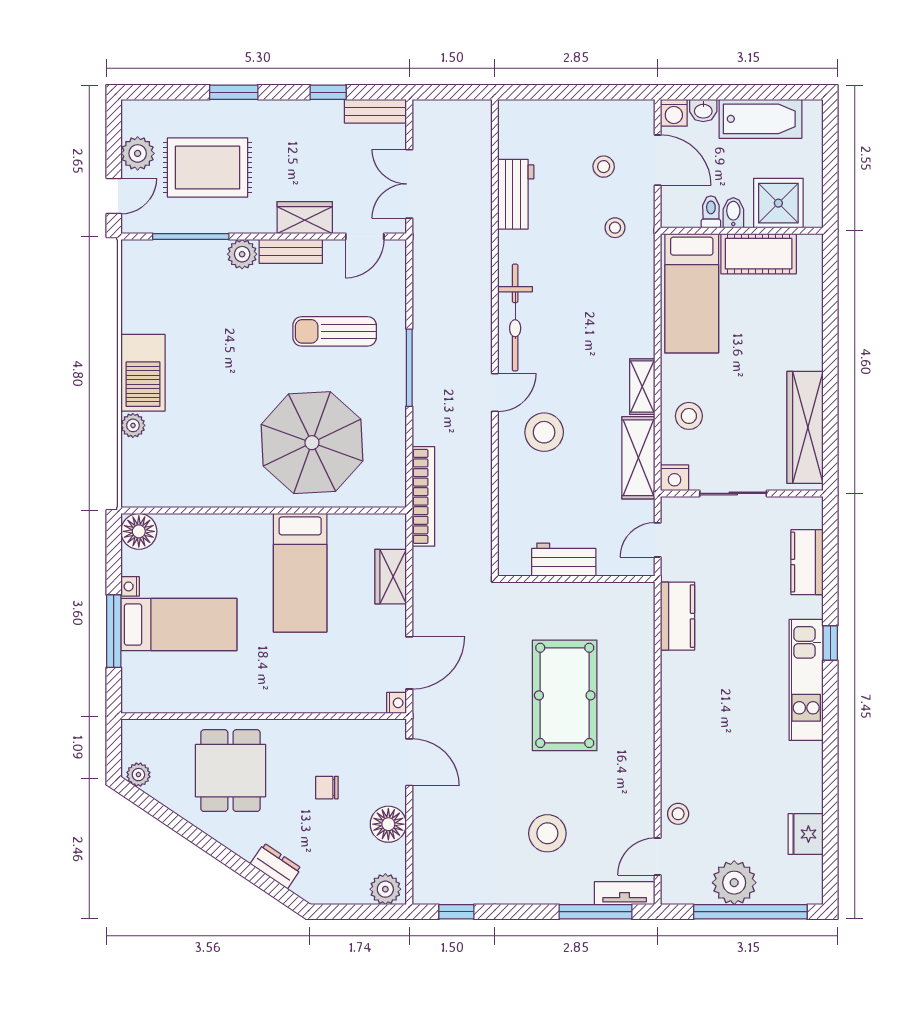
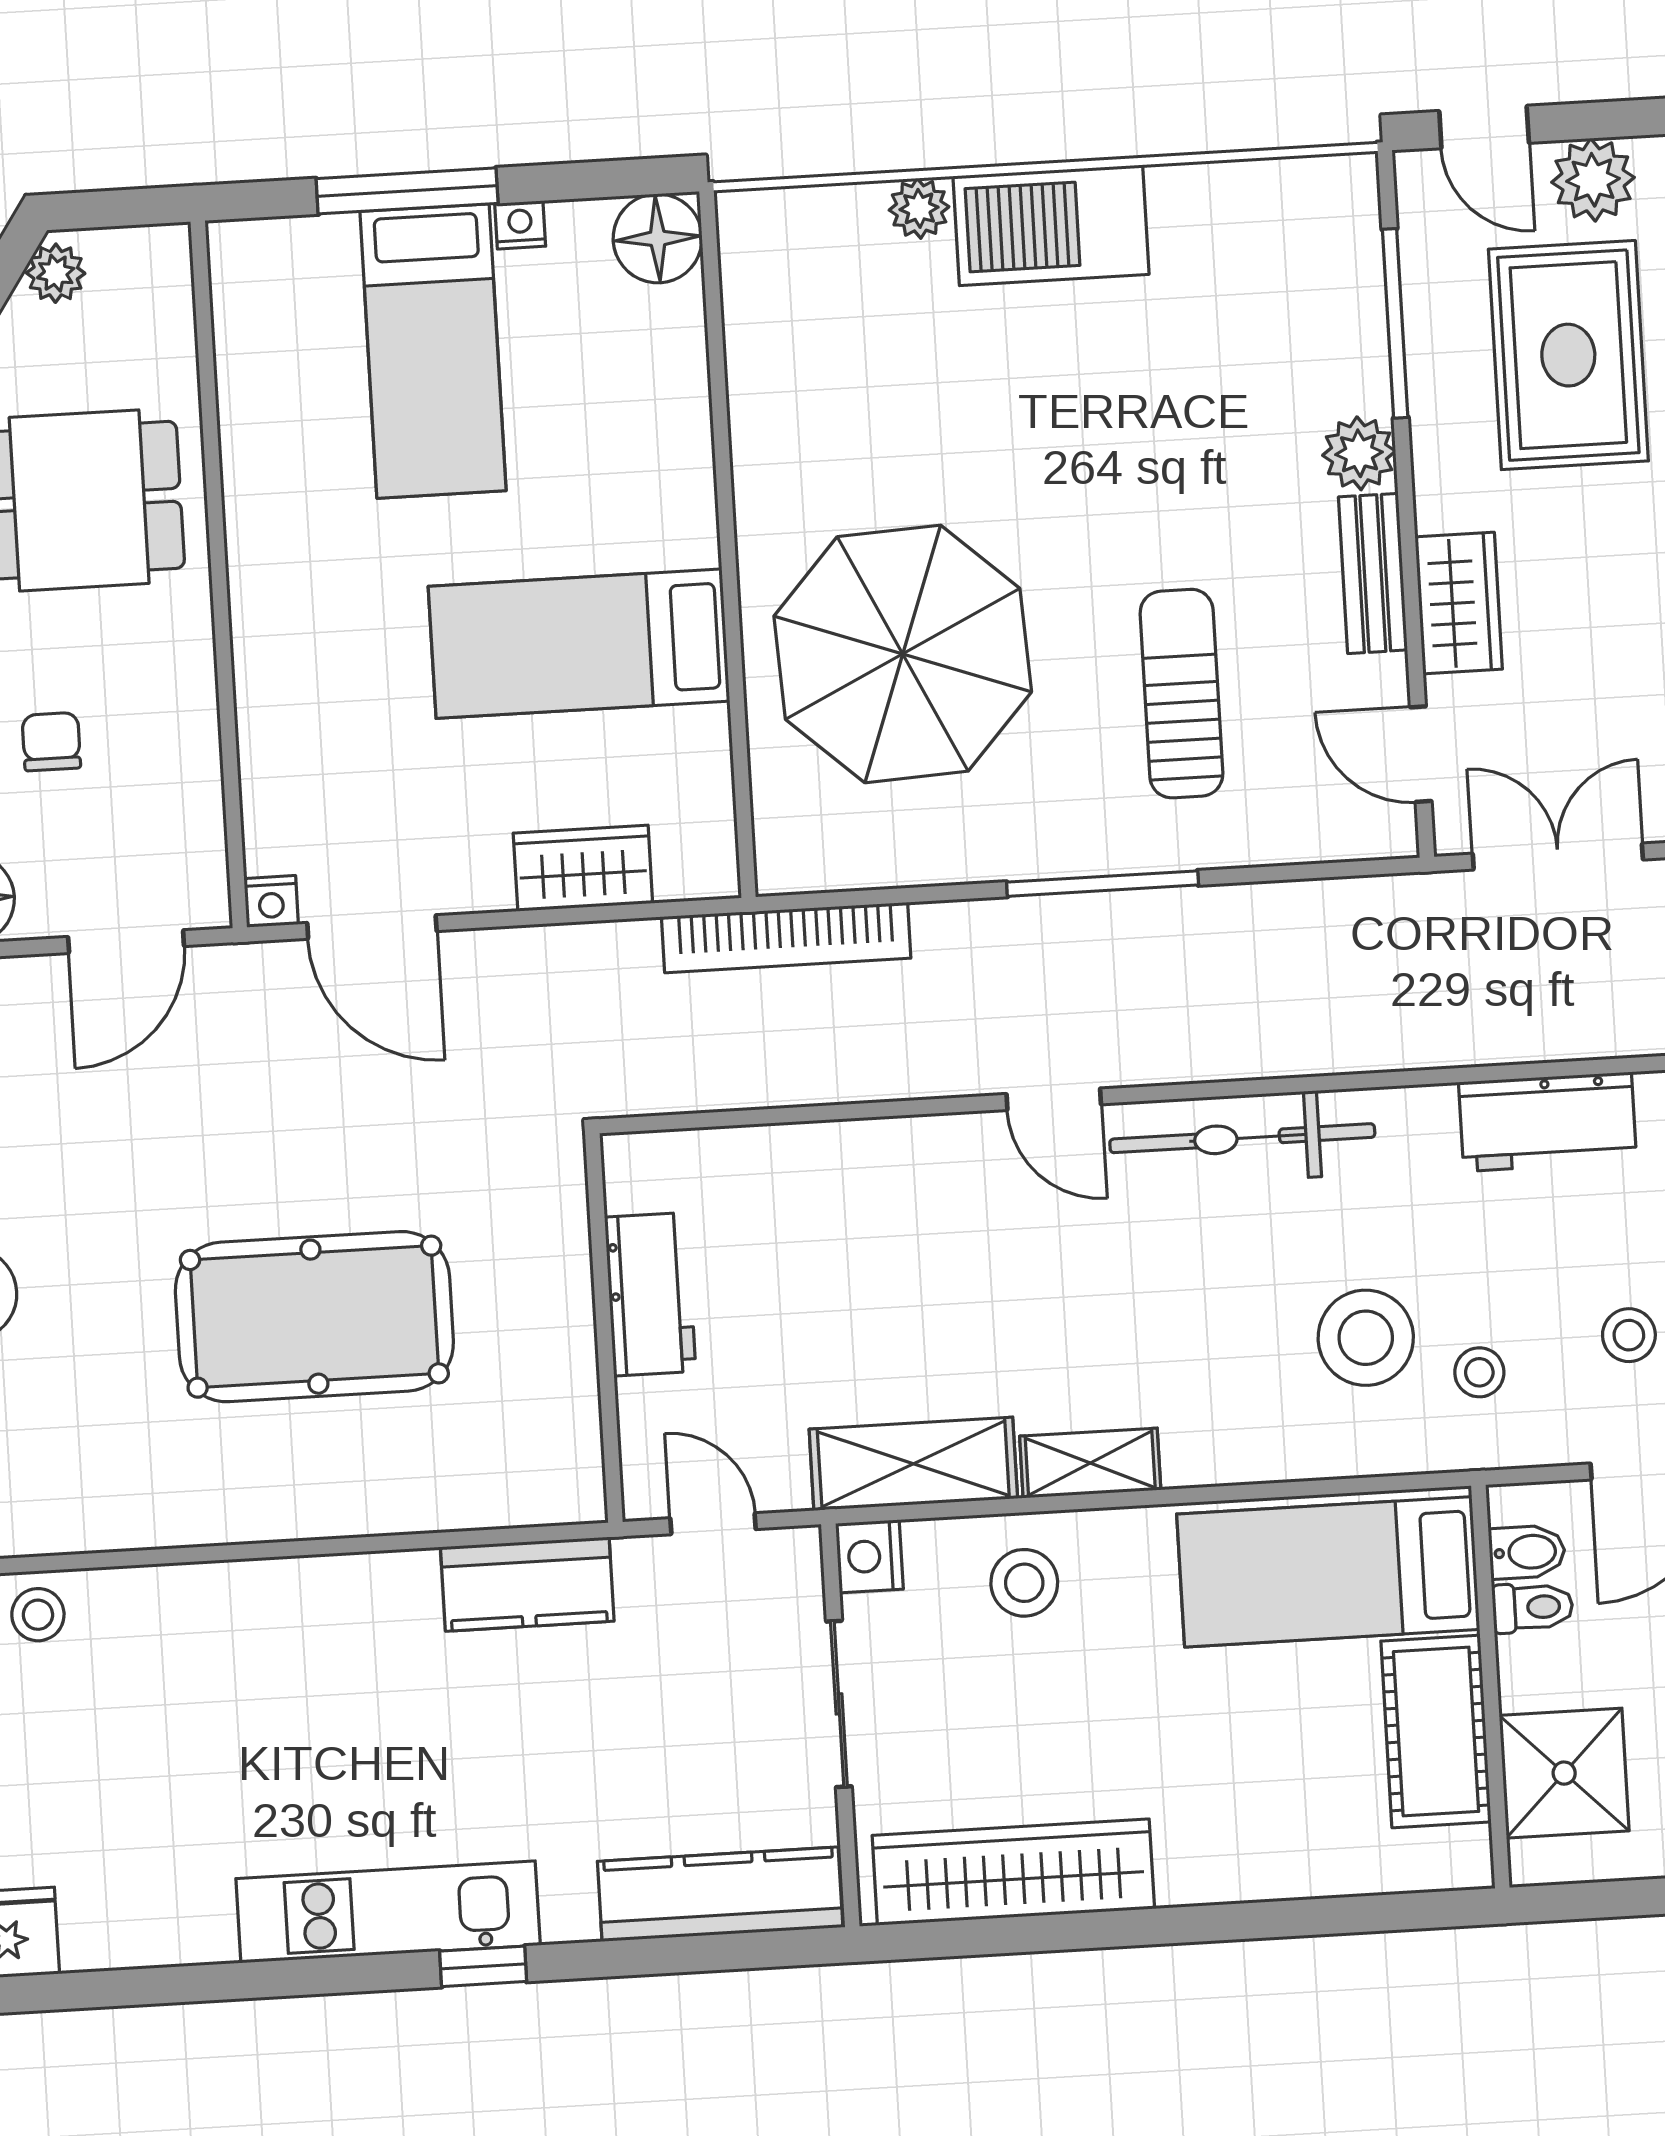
bidet: (733, 213) -> (1527, 1552), moved
stool: (544, 432) -> (1366, 1338), moved
kitchen counter: (807, 562) -> (720, 1894), width x1.50

